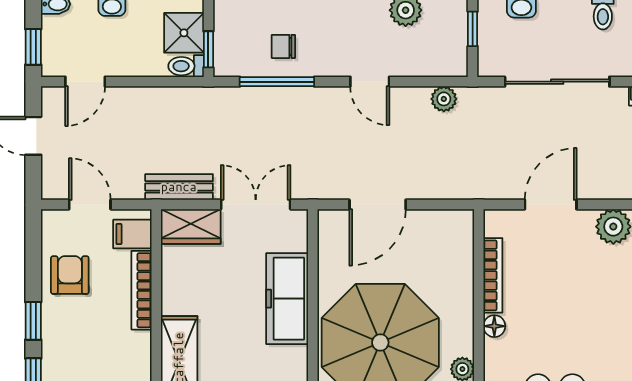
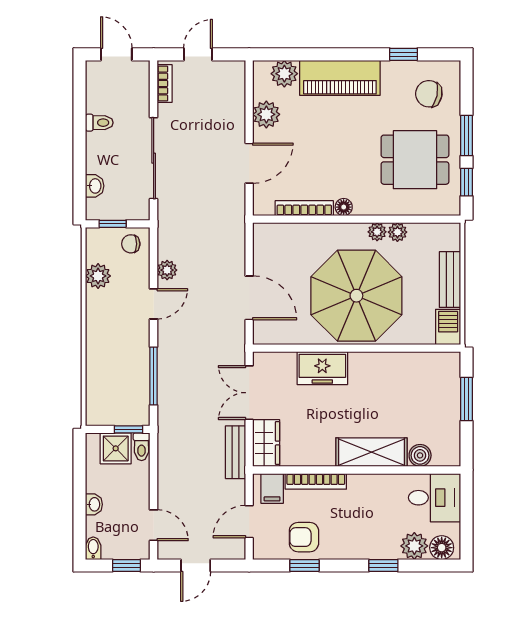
chair: (283, 46) -> (131, 244), moved, turned 90
plant: (444, 99) -> (167, 270), moved
door: (551, 204) -> (249, 163), swing flipped
freezer: (287, 299) -> (322, 368), width x0.71
window: (33, 321) -> (304, 565), moved

